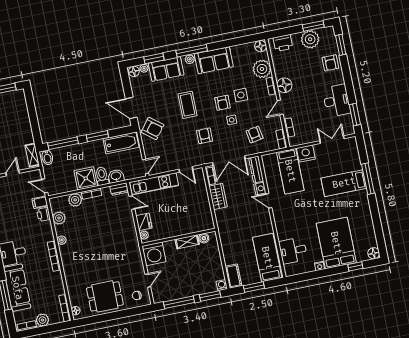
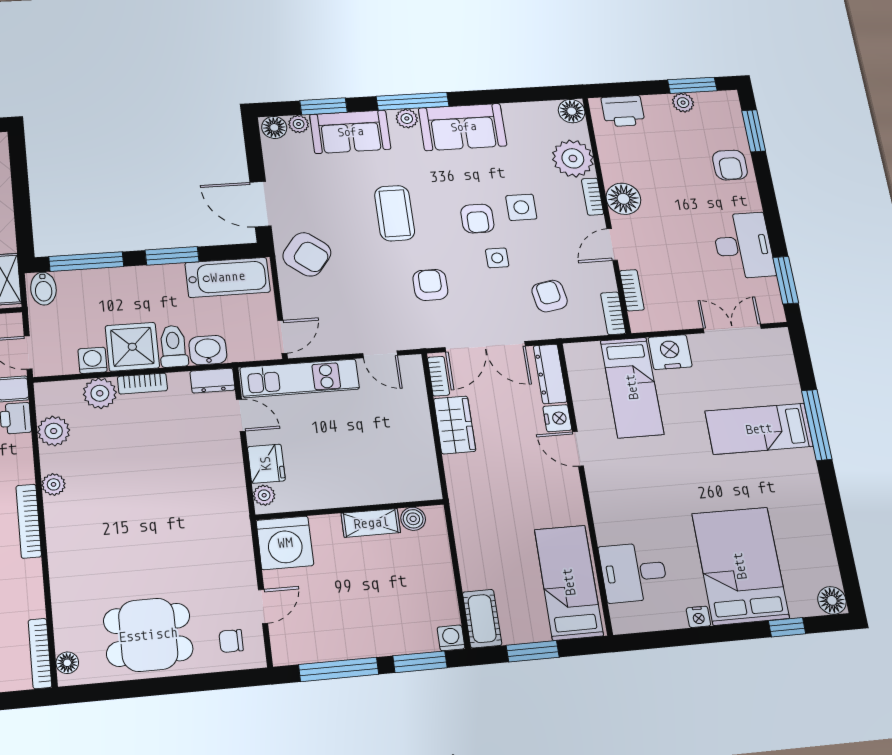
plant: (310, 39) -> (683, 103), width x0.53, depth x0.53
washing machine: (71, 186) -> (93, 360), added

